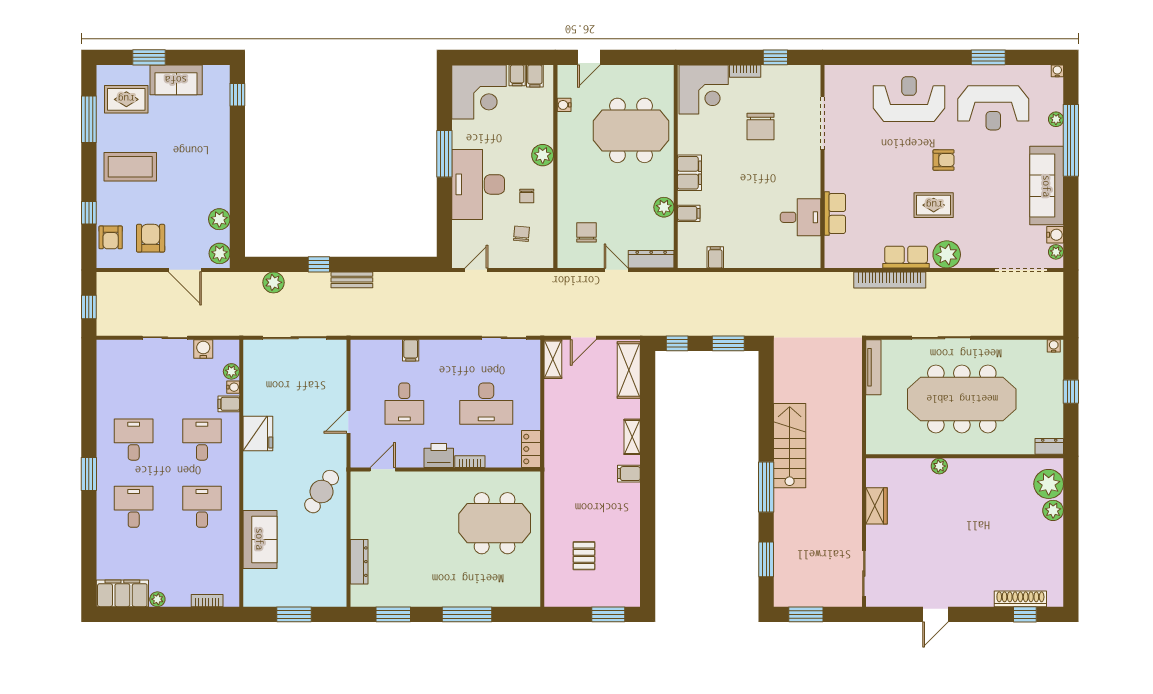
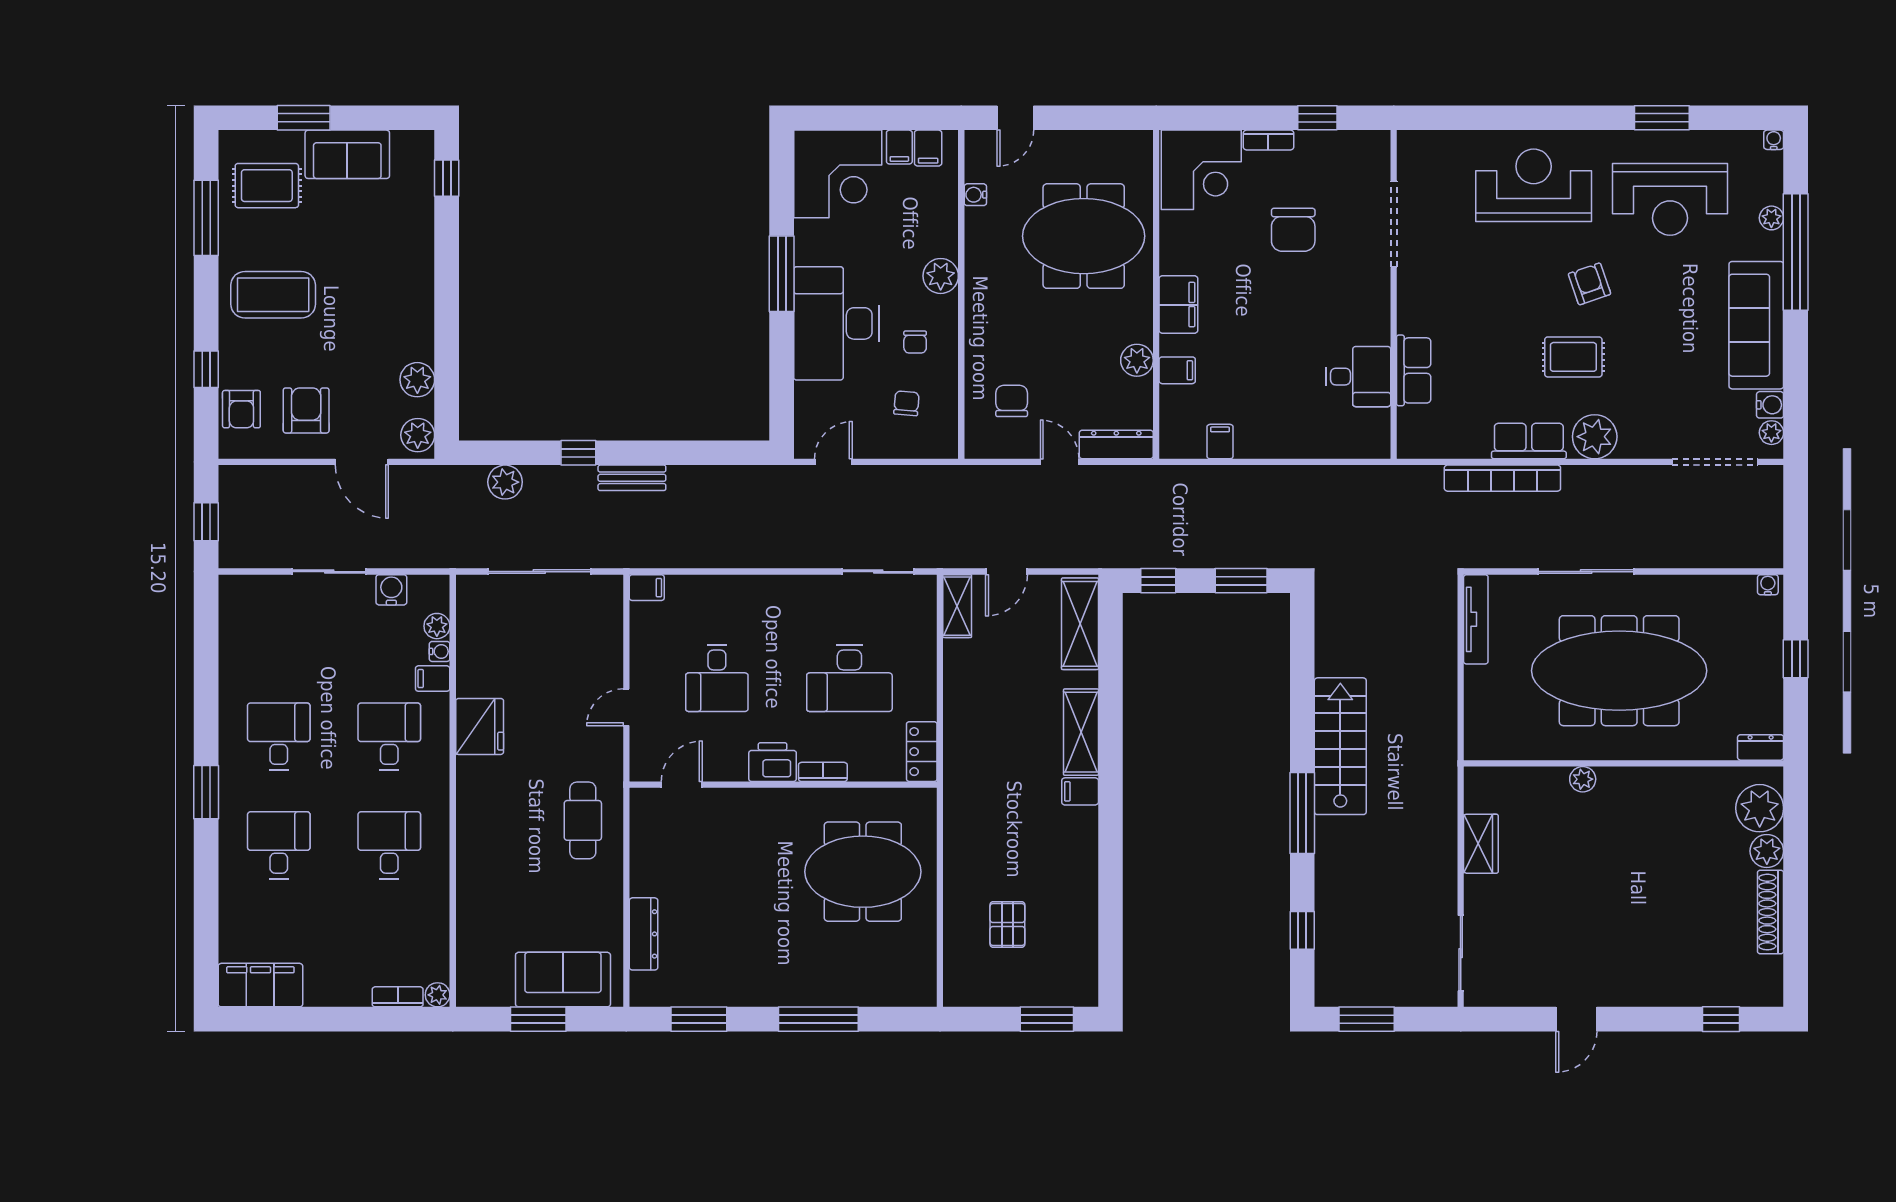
armchair: (944, 160) -> (1590, 284), turned -109
filing cabinet: (411, 350) -> (647, 588), moved, turned -90
shelving: (632, 437) -> (1081, 732), width x1.50, depth x1.33
cafe table: (322, 492) -> (583, 820), turned -33
sofa: (260, 539) -> (563, 980), moved, turned -90
window: (766, 559) -> (1302, 930), width x0.67
plant: (157, 599) -> (438, 995), moved
shoe rack: (1020, 599) -> (1770, 912), moved, turned -90

